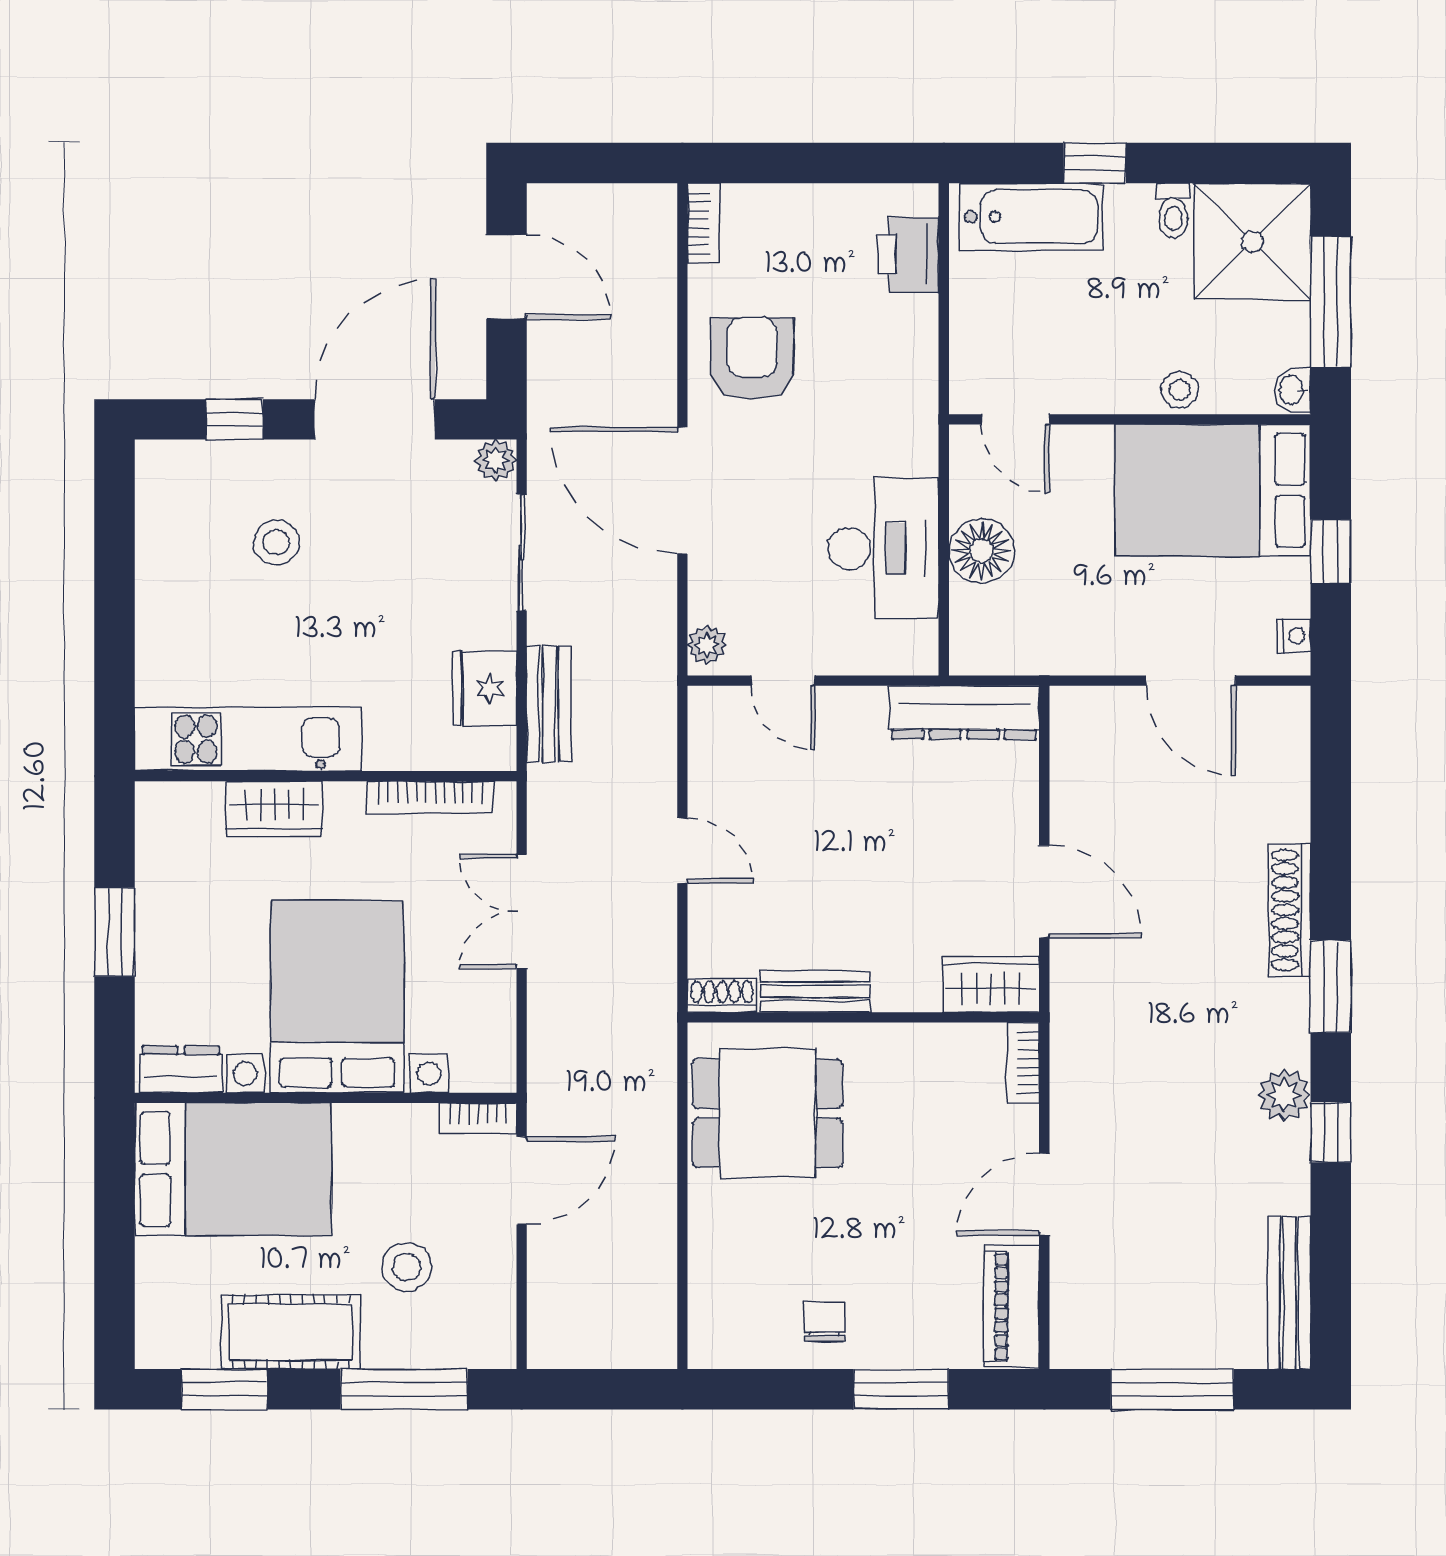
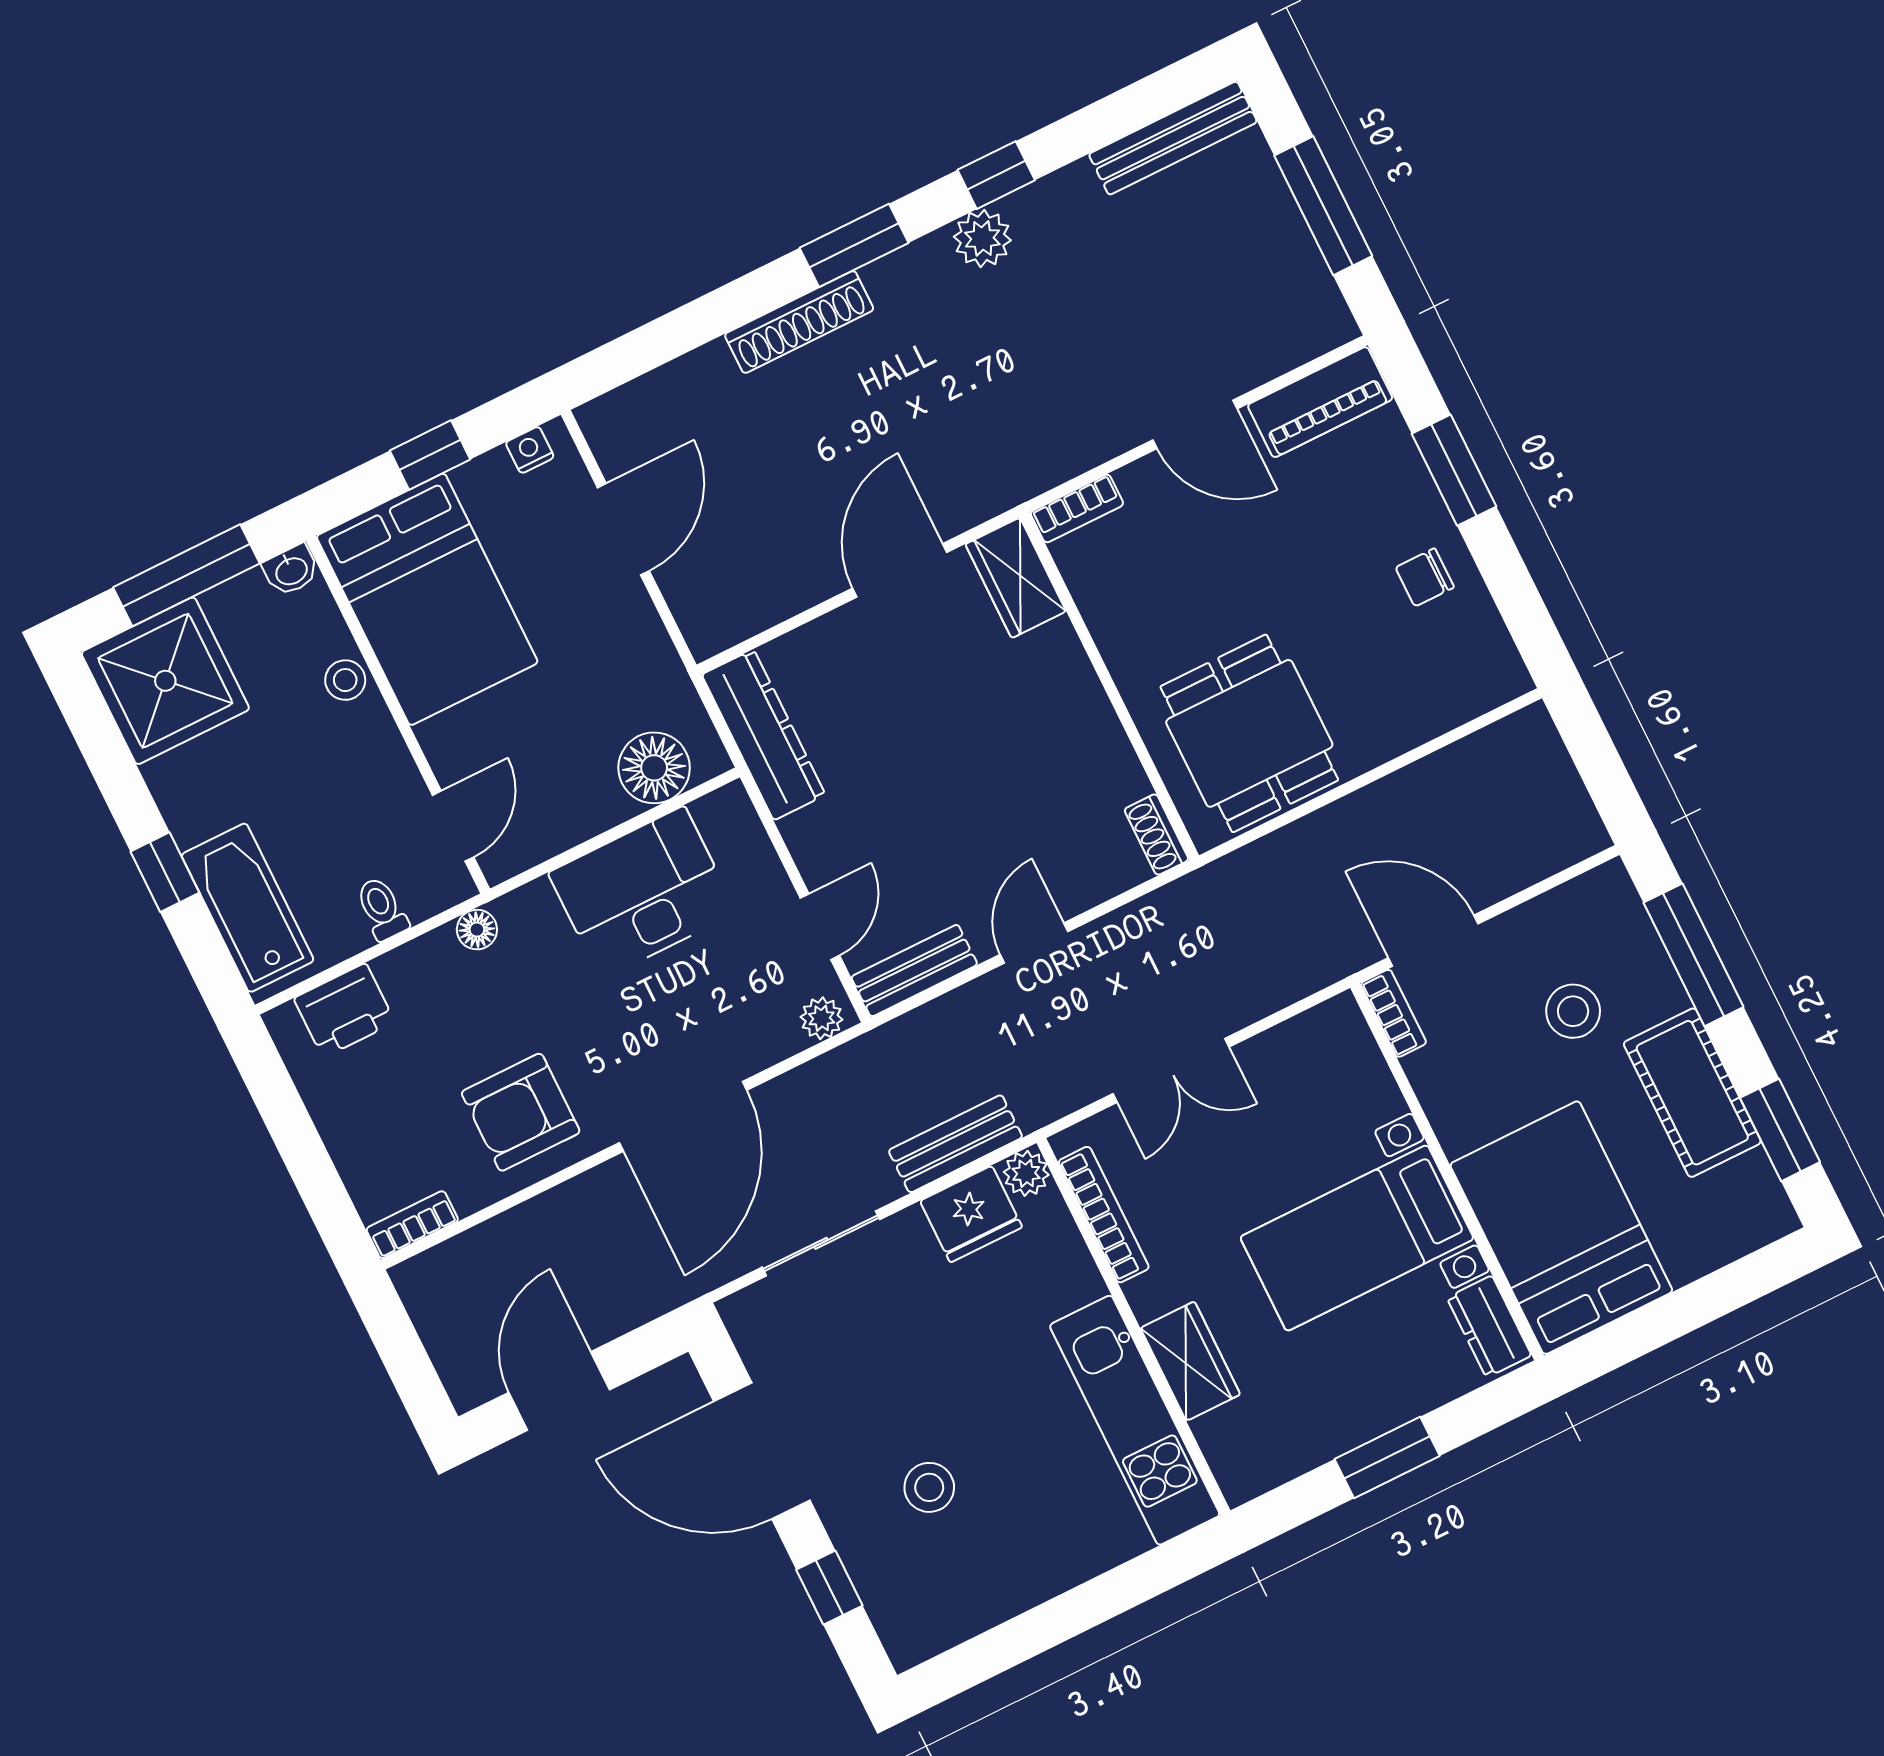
toilet: (1173, 211) -> (382, 909), moved, turned -90
floor lamp: (920, 397) -> (477, 930), added
plant: (496, 460) -> (1026, 1173), moved
floor lamp: (982, 551) -> (654, 768), moved
bench: (815, 991) -> (914, 971), moved, turned 90
bed with nightstands: (337, 997) -> (1357, 1238), width x0.73

